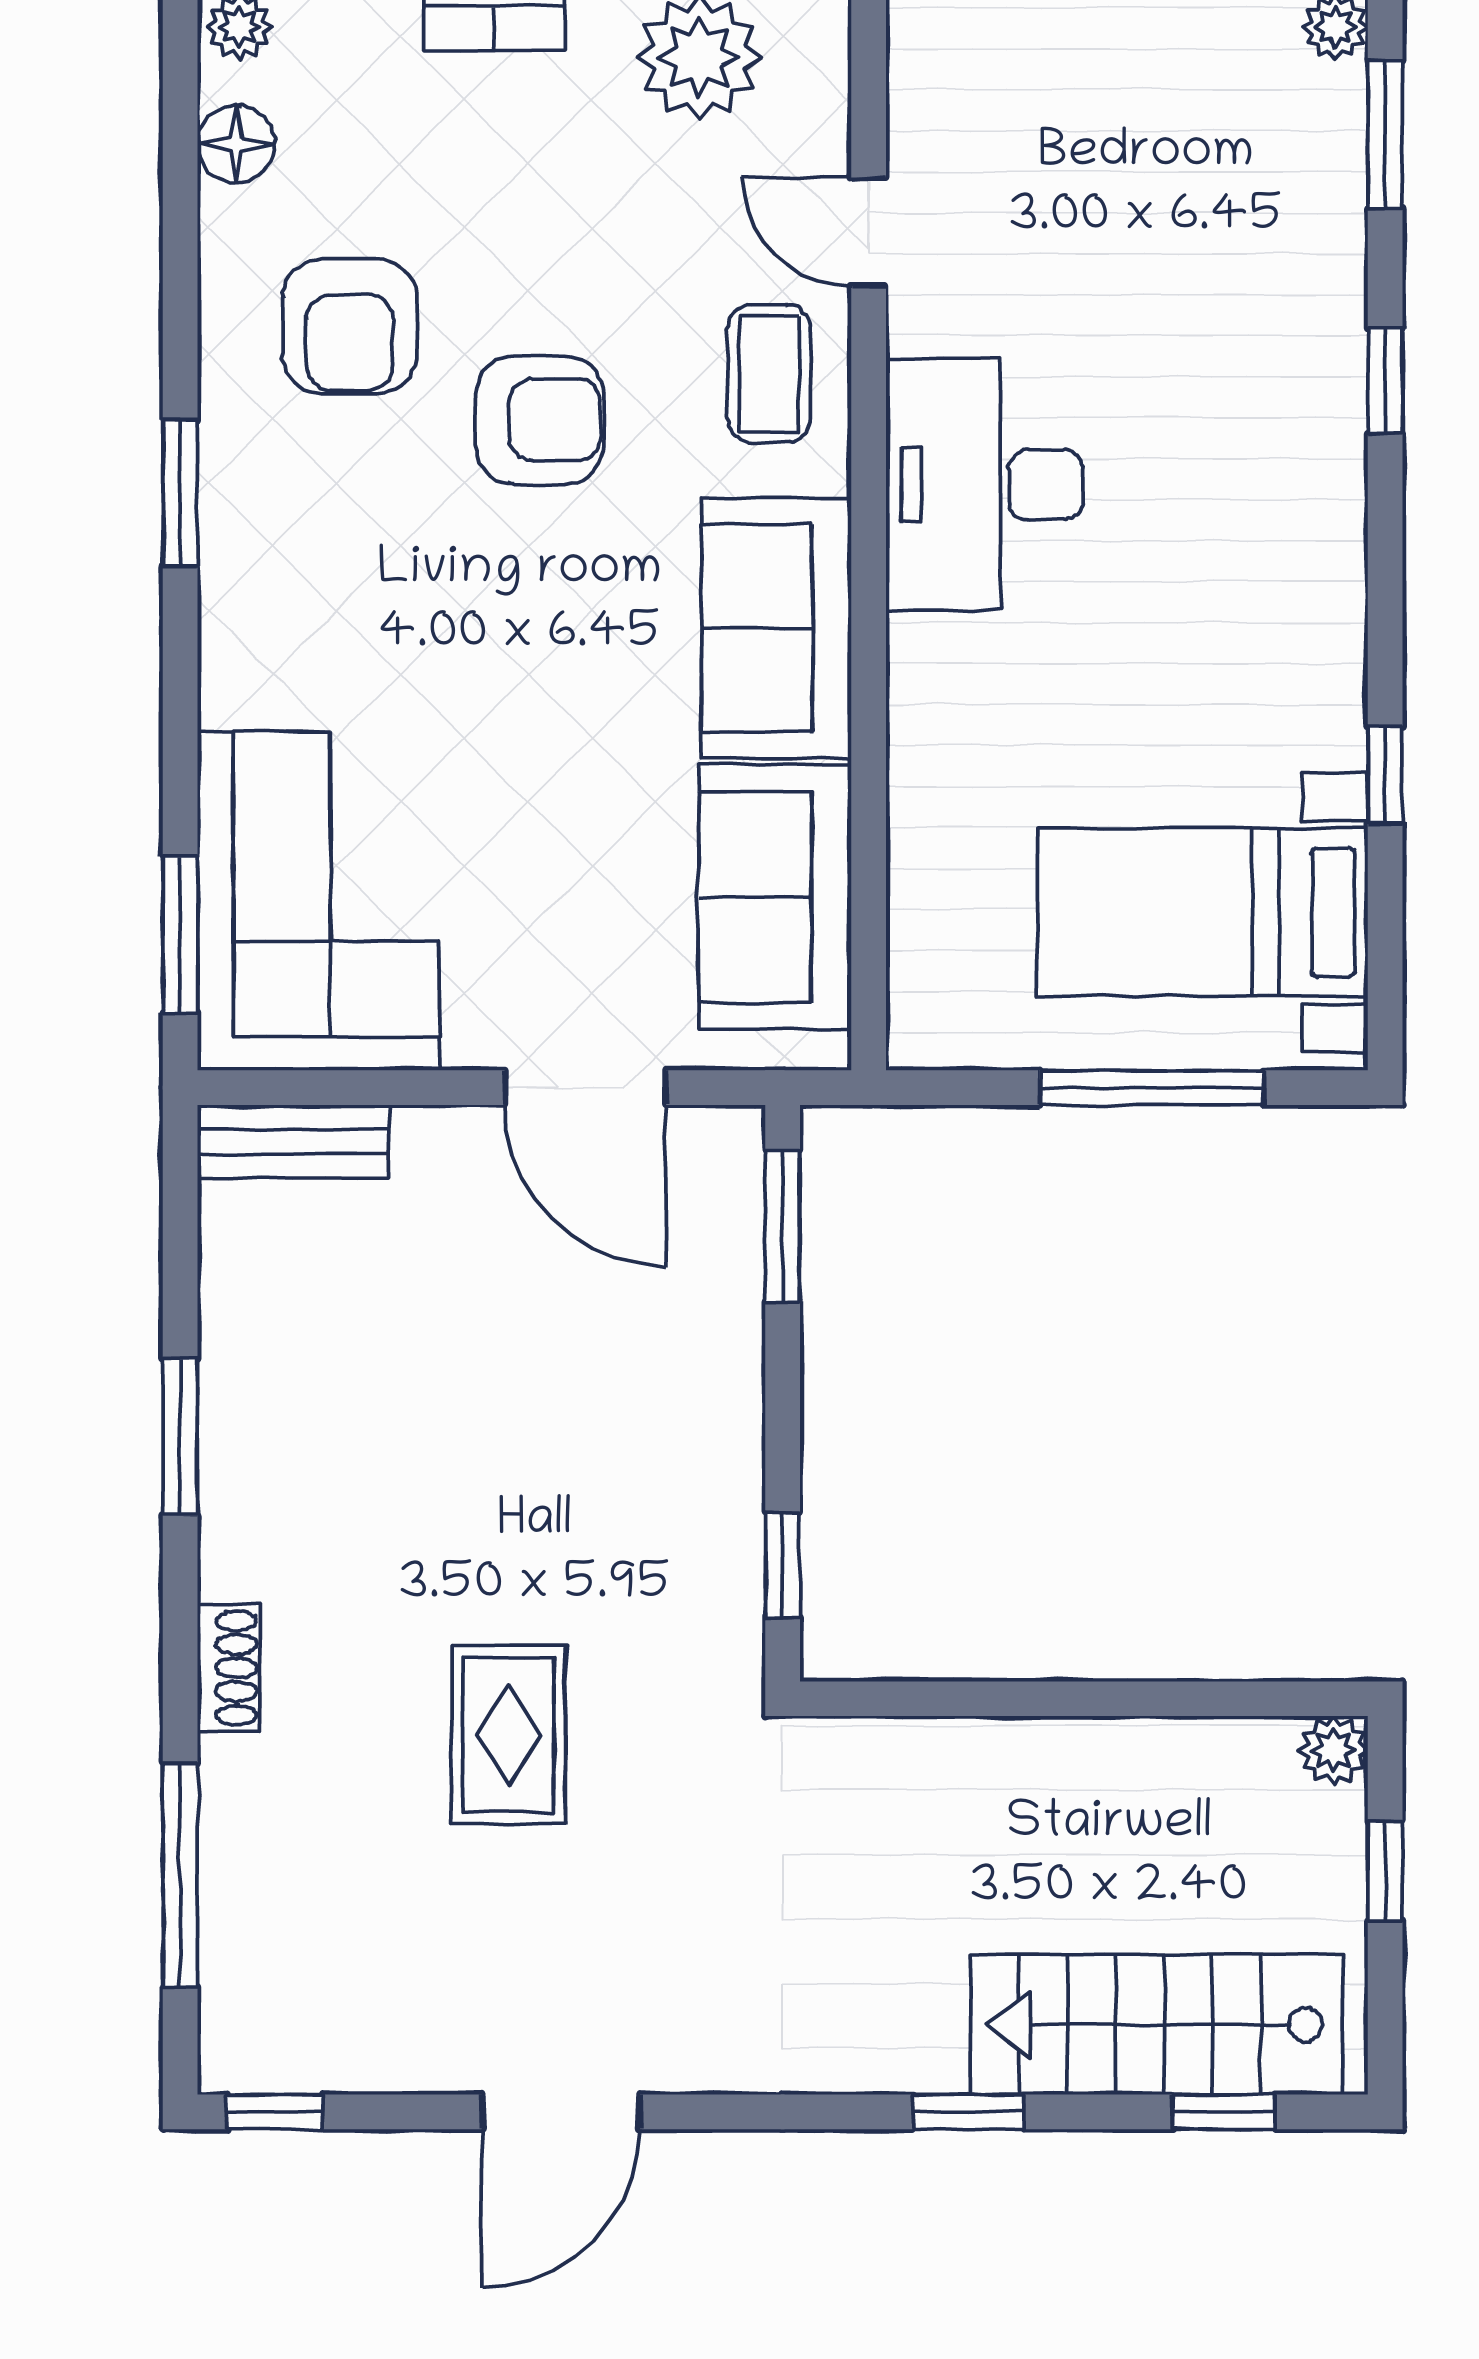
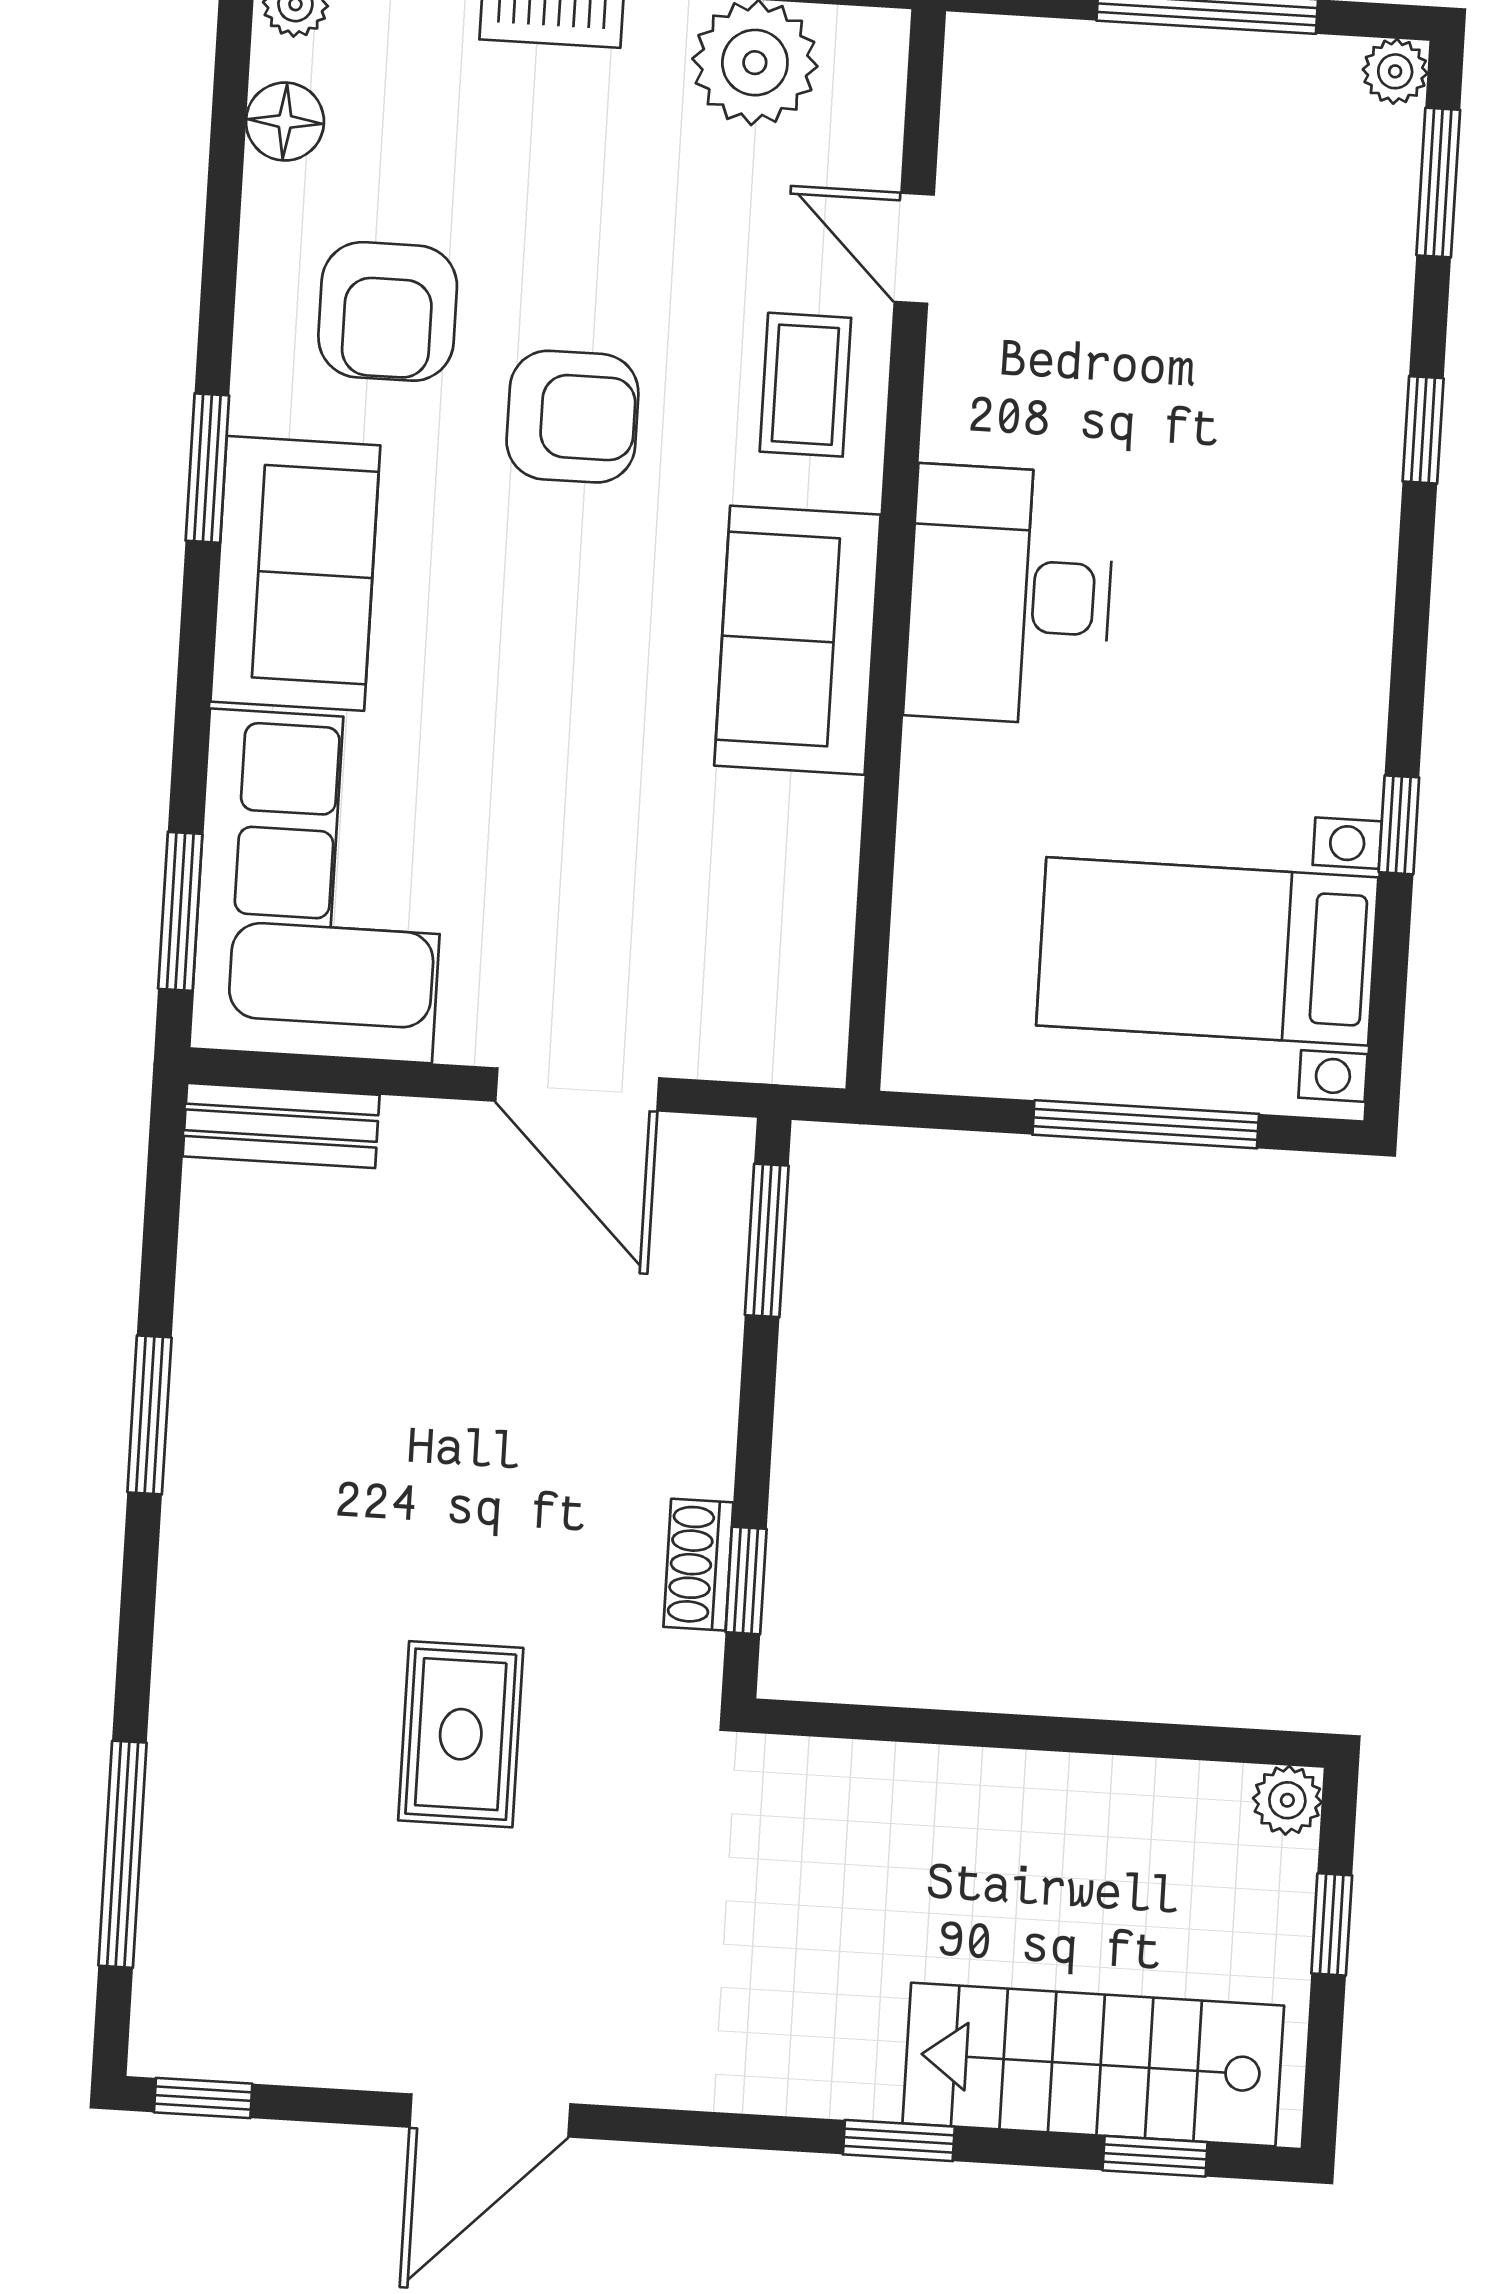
desk: (985, 485) -> (1010, 595), moved
sofa: (775, 897) -> (295, 573), moved, turned 180
shoe rack: (228, 1668) -> (698, 1565), moved, turned 180

